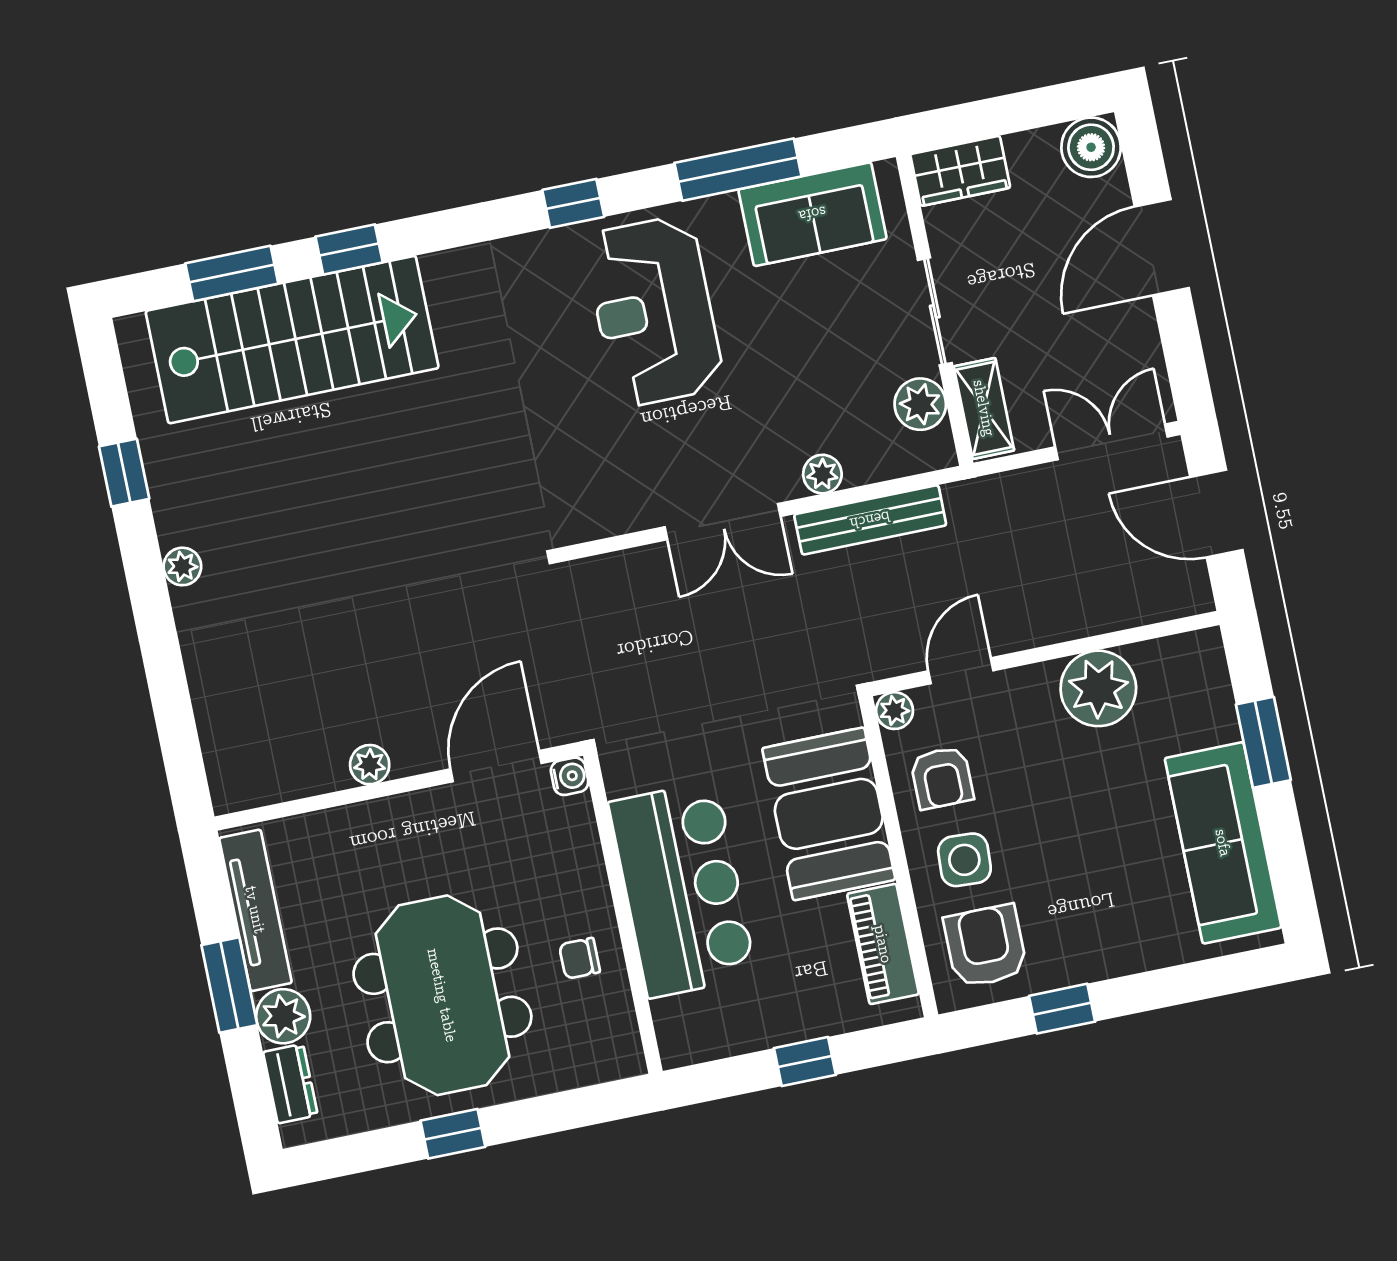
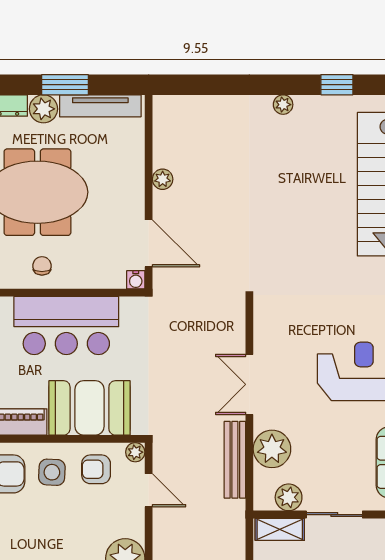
plant: (822, 474) -> (272, 449), width x1.88, depth x1.88

